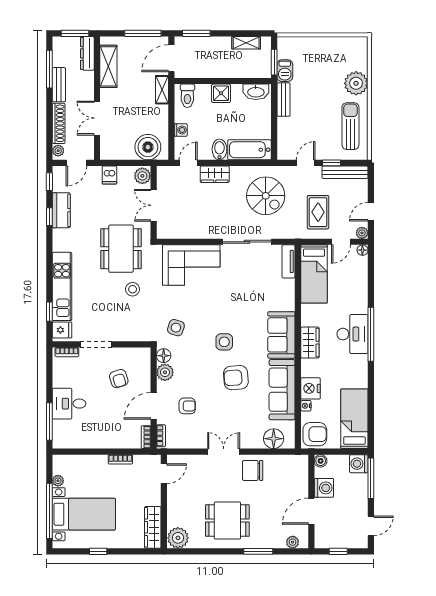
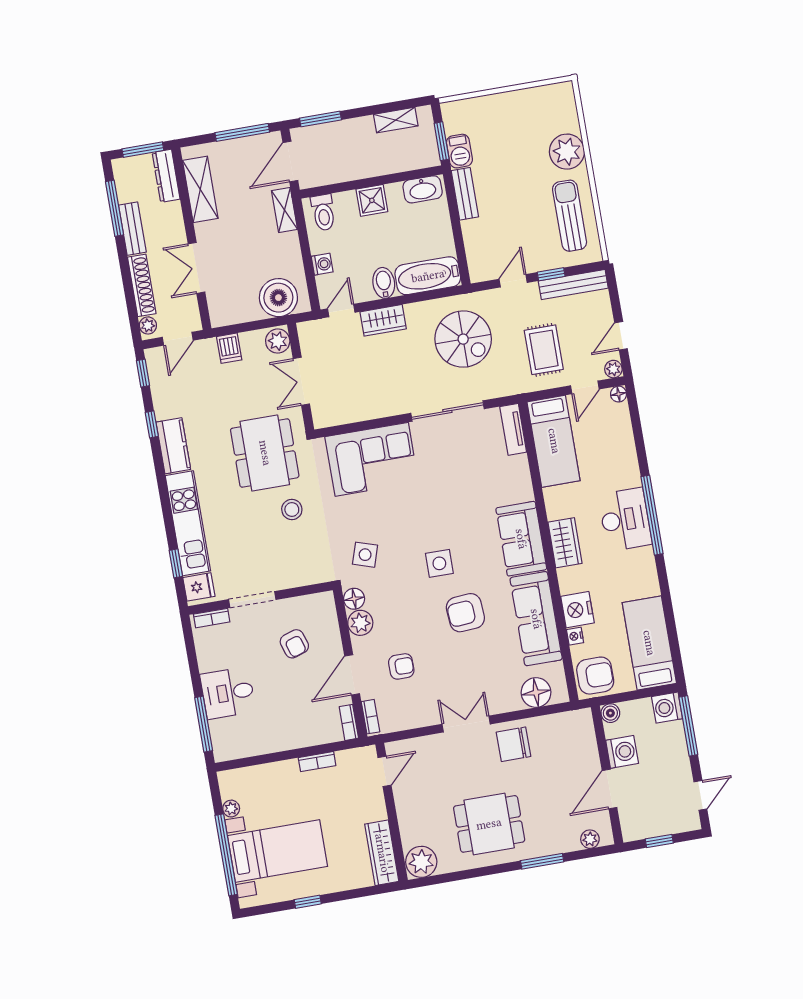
kitchen counter: (61, 210) -> (173, 446), moved

